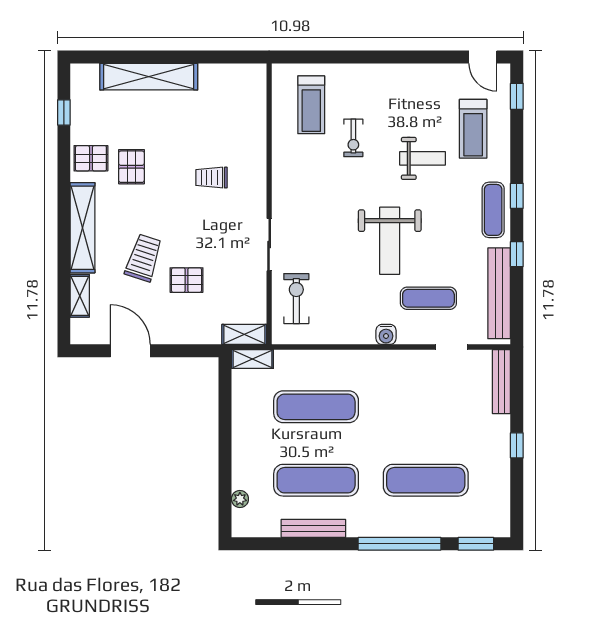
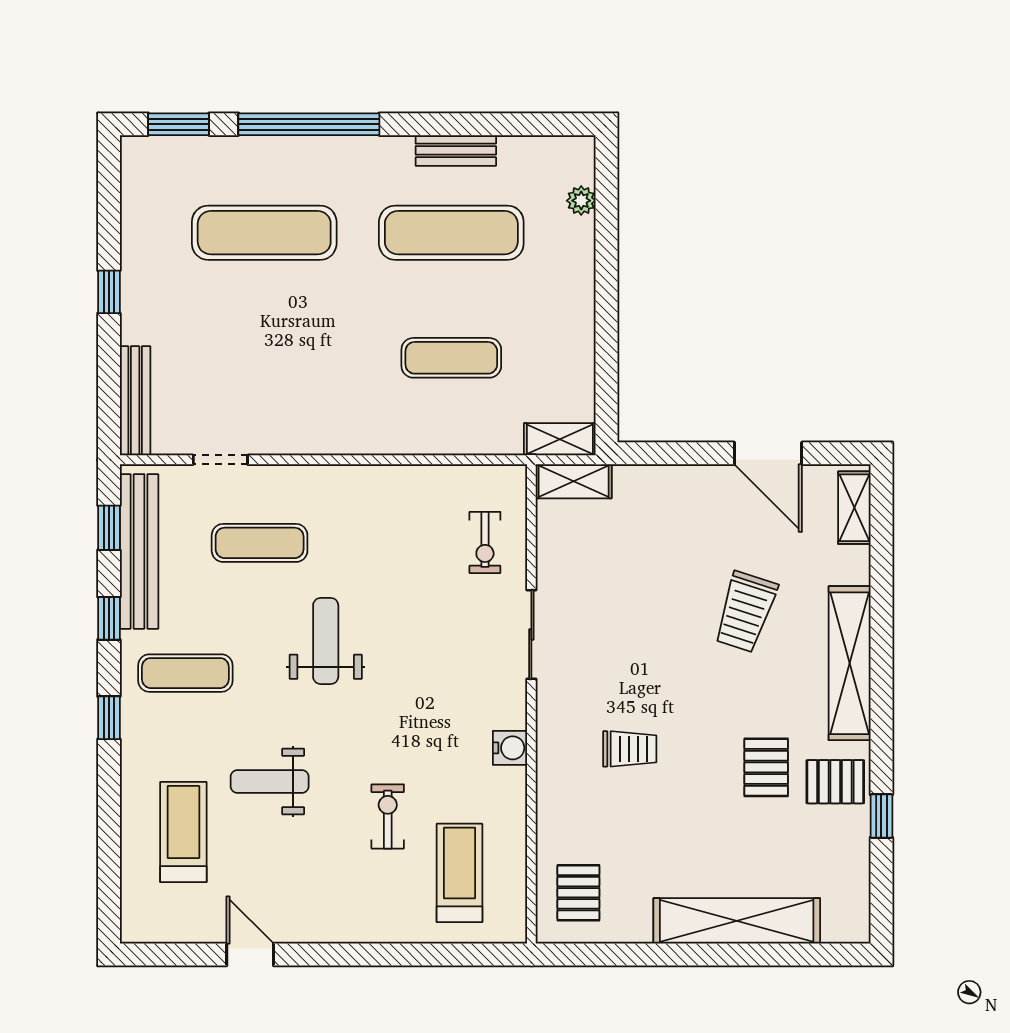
door: (483, 57) -> (250, 955), moved
window: (517, 96) -> (109, 528), moved
window: (64, 112) -> (881, 816), moved
exercise mat: (493, 210) -> (185, 673), moved, turned 90
weight bench: (390, 241) -> (326, 641), width x0.73, depth x0.75
pallet: (186, 280) -> (578, 893), moved, turned 90
shelving: (80, 296) -> (854, 508), moved
exercise bike: (296, 299) -> (485, 542), width x0.73, depth x0.72
water cooler: (386, 334) -> (510, 748), moved, turned 90
exercise mat: (316, 407) -> (451, 358), width x0.73, depth x0.69
bench: (313, 528) -> (456, 150), width x0.73

